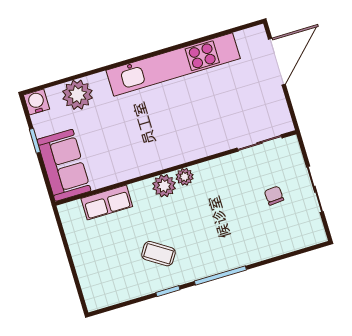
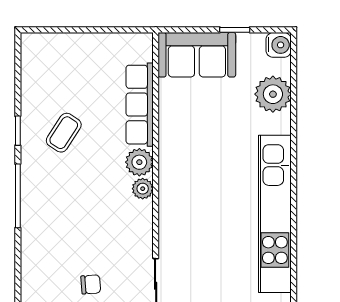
row of seats: (107, 203) -> (140, 105), width x1.48

